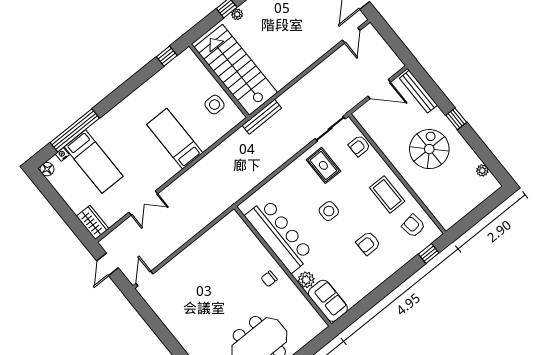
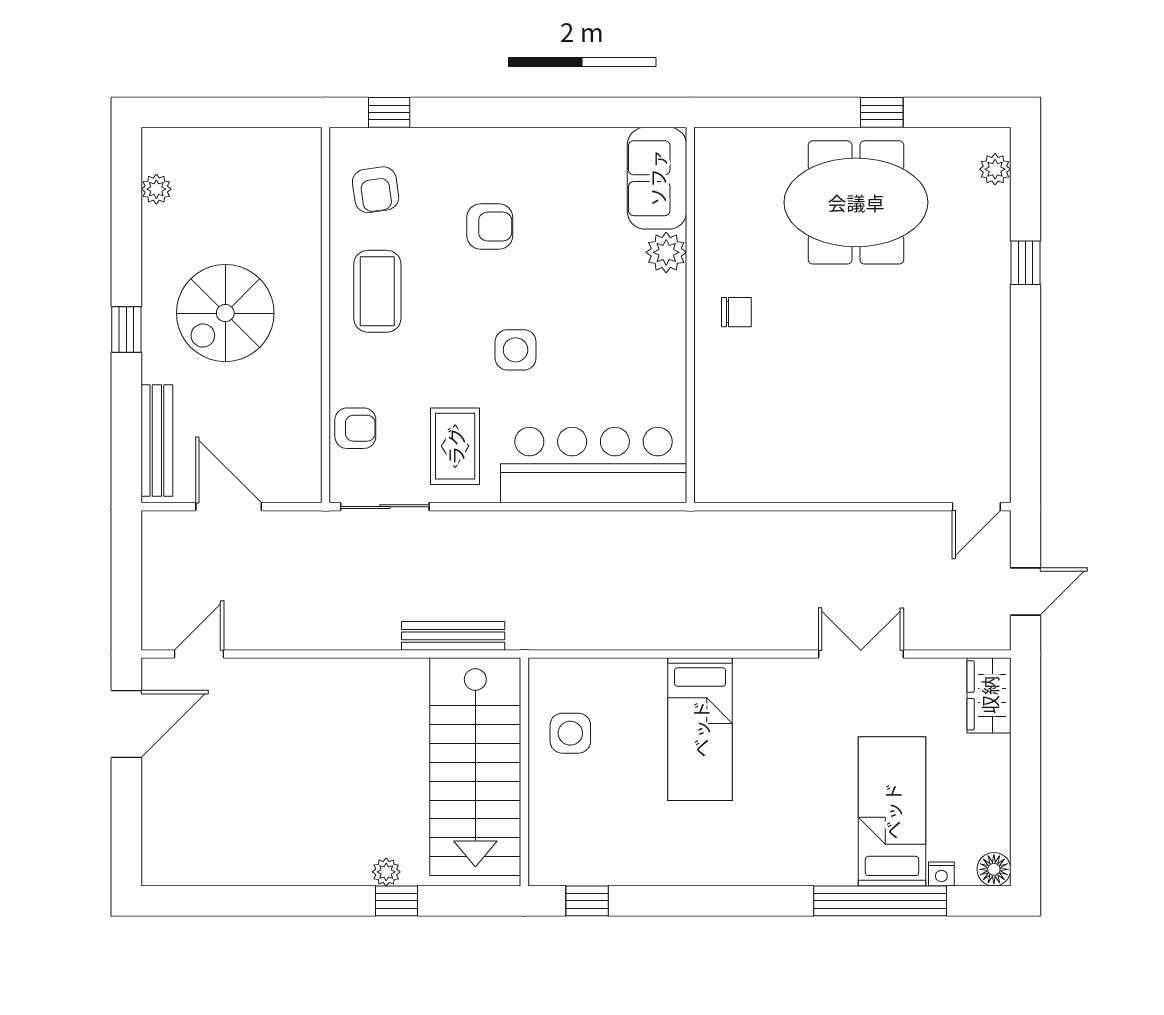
bench: (262, 117) -> (453, 636), moved
bar counter: (279, 235) -> (594, 465), moved, turned 90

